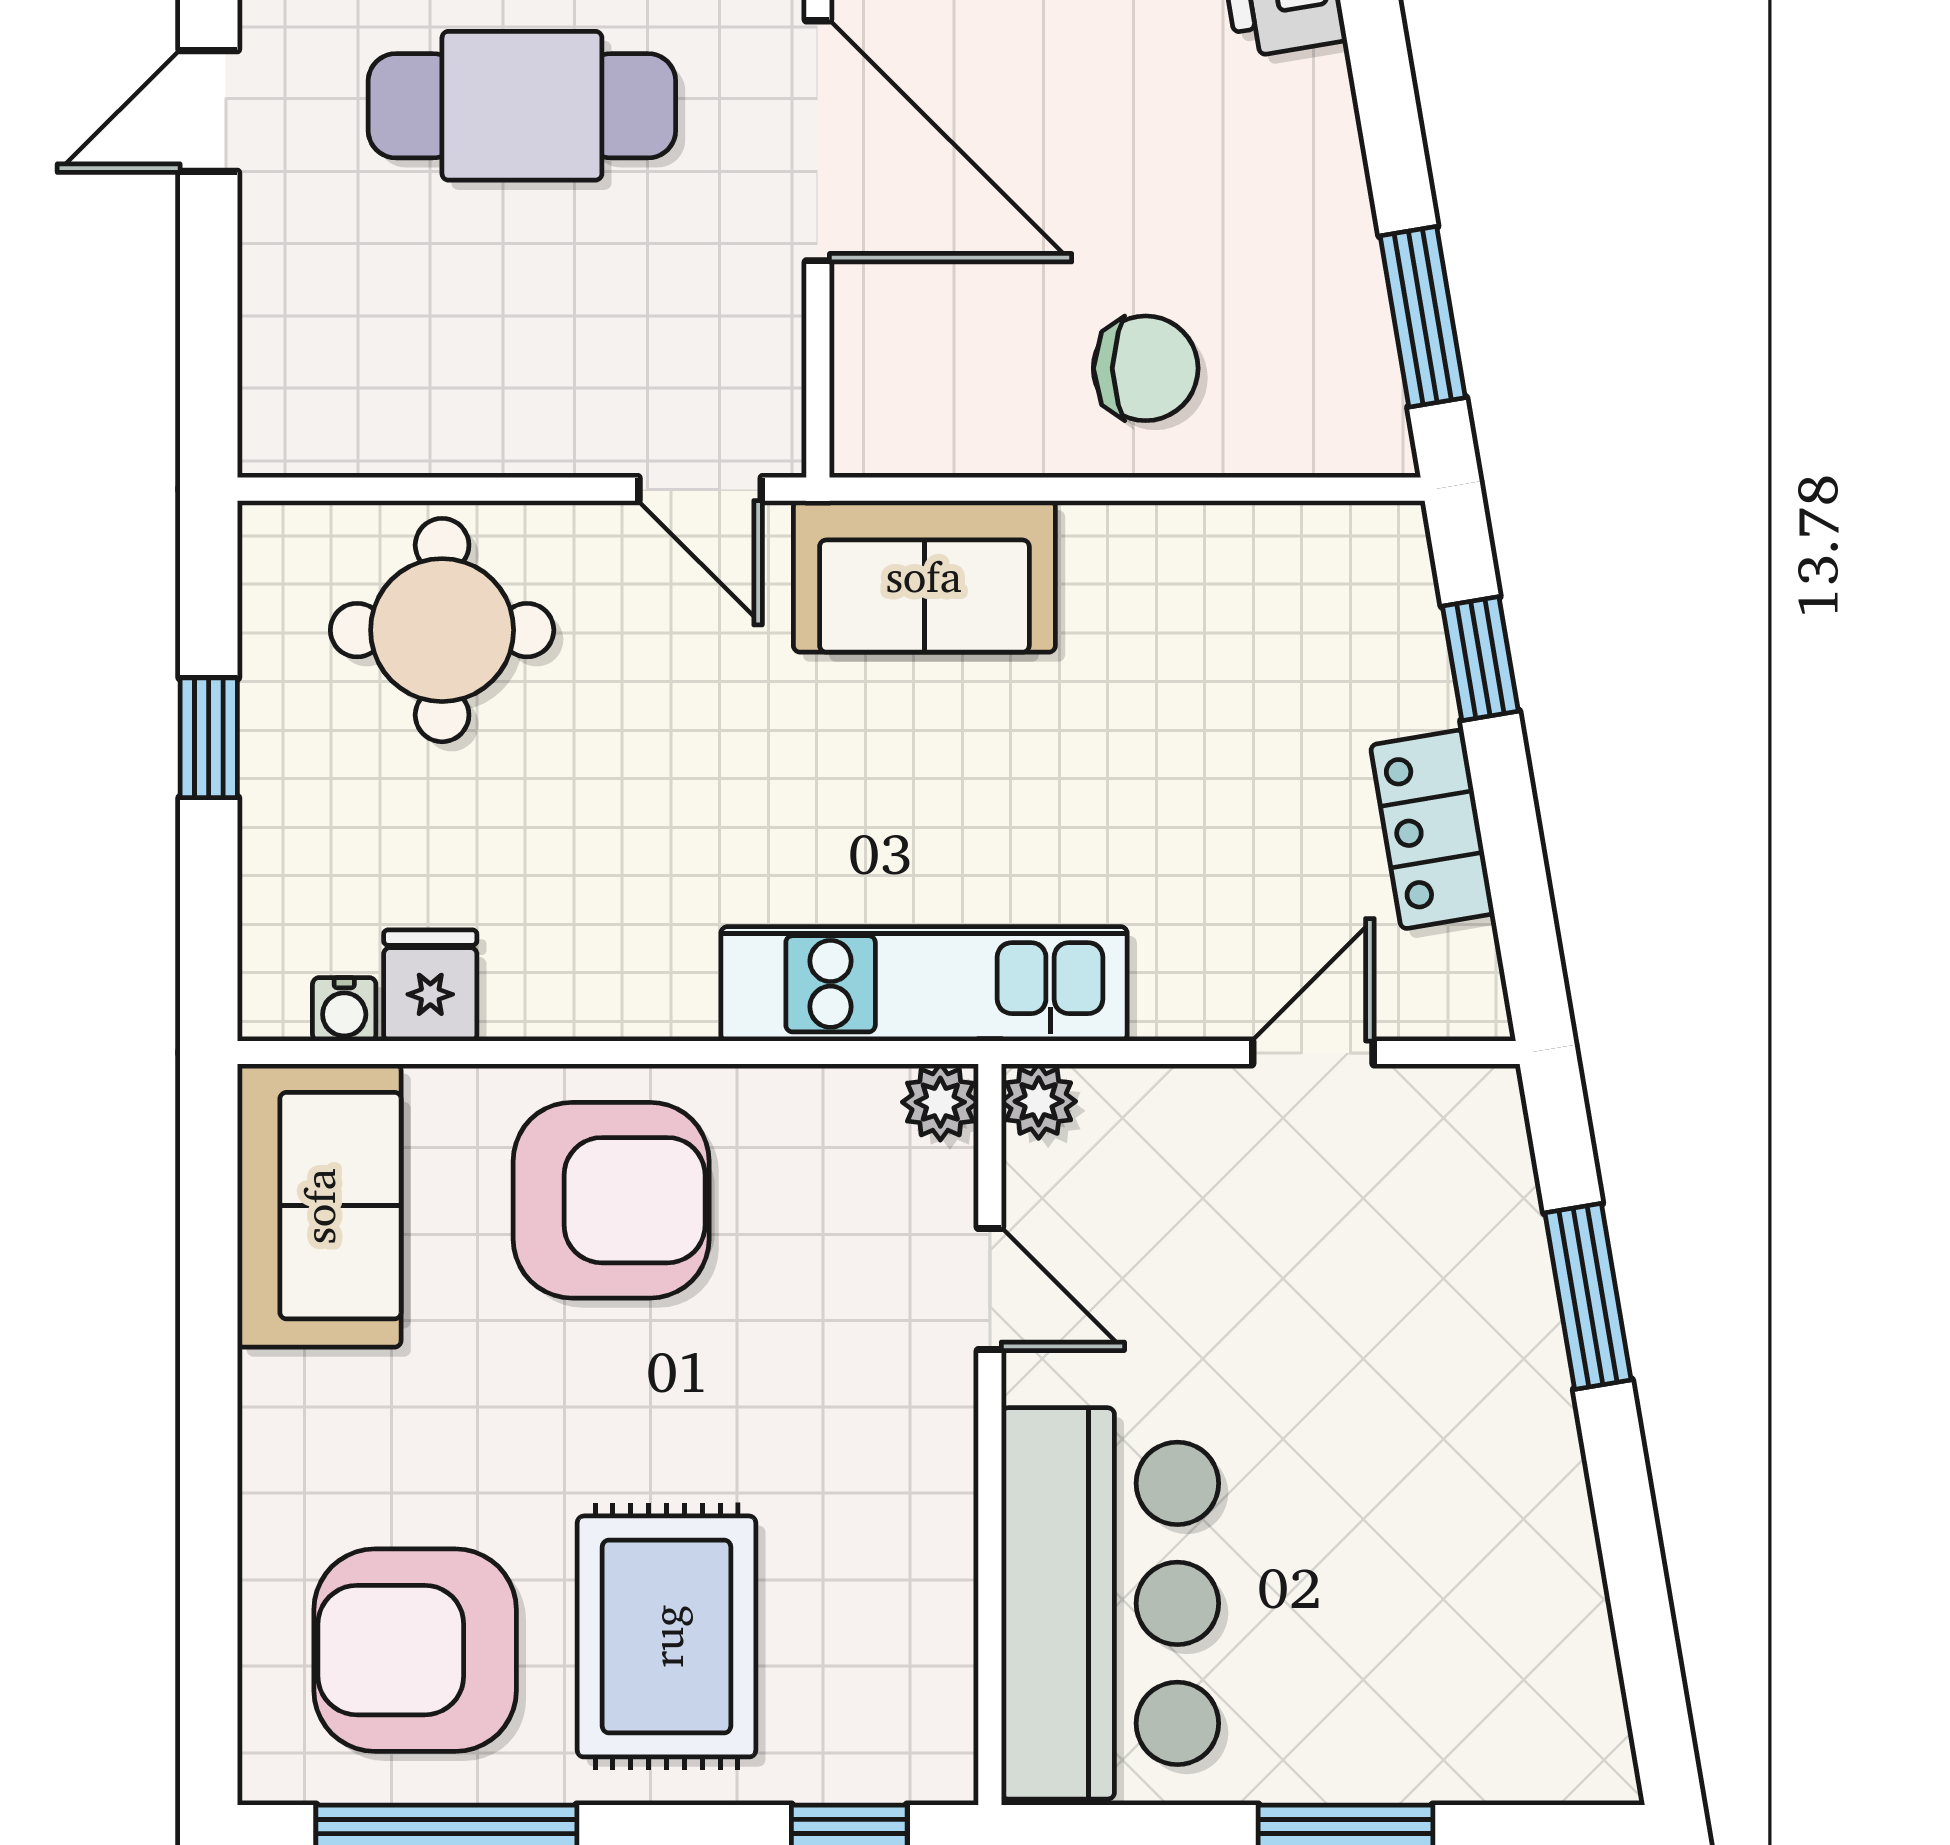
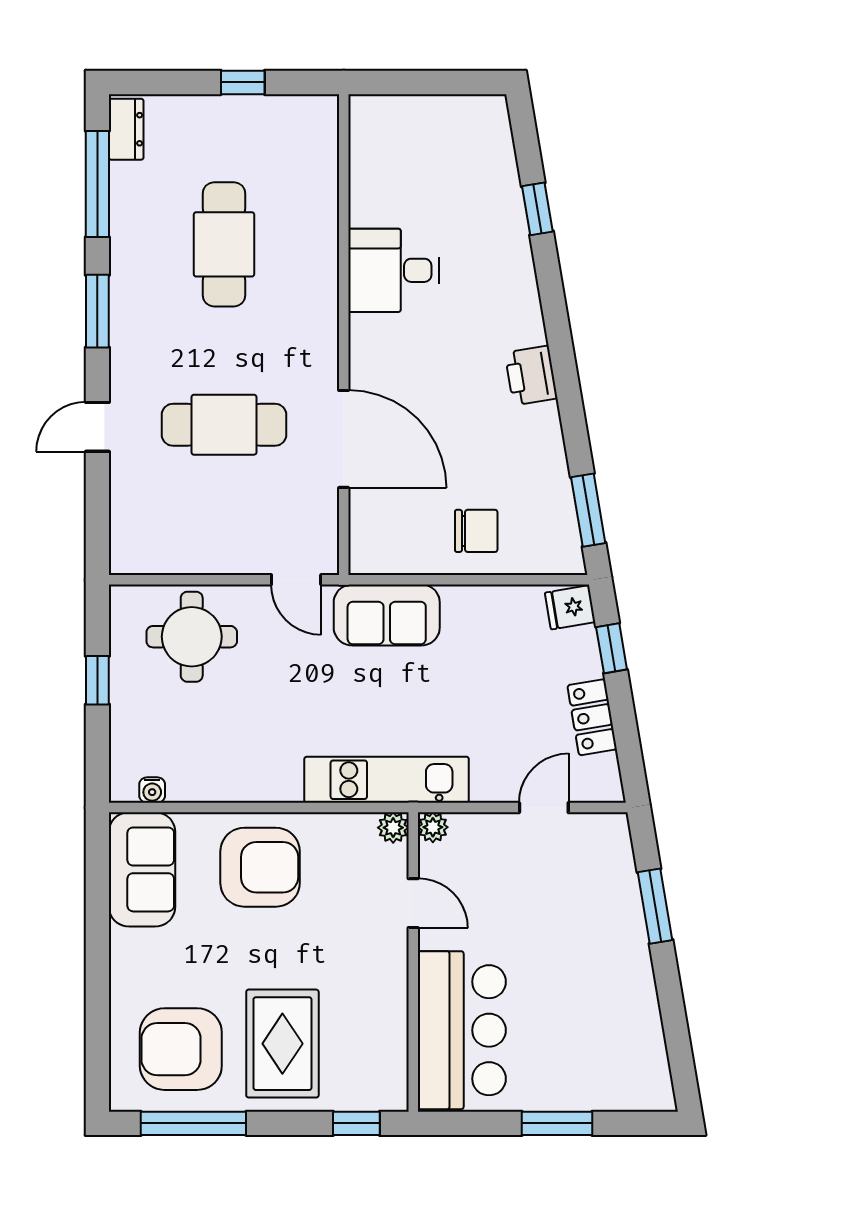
fridge: (430, 985) -> (570, 607), moved, turned -100

